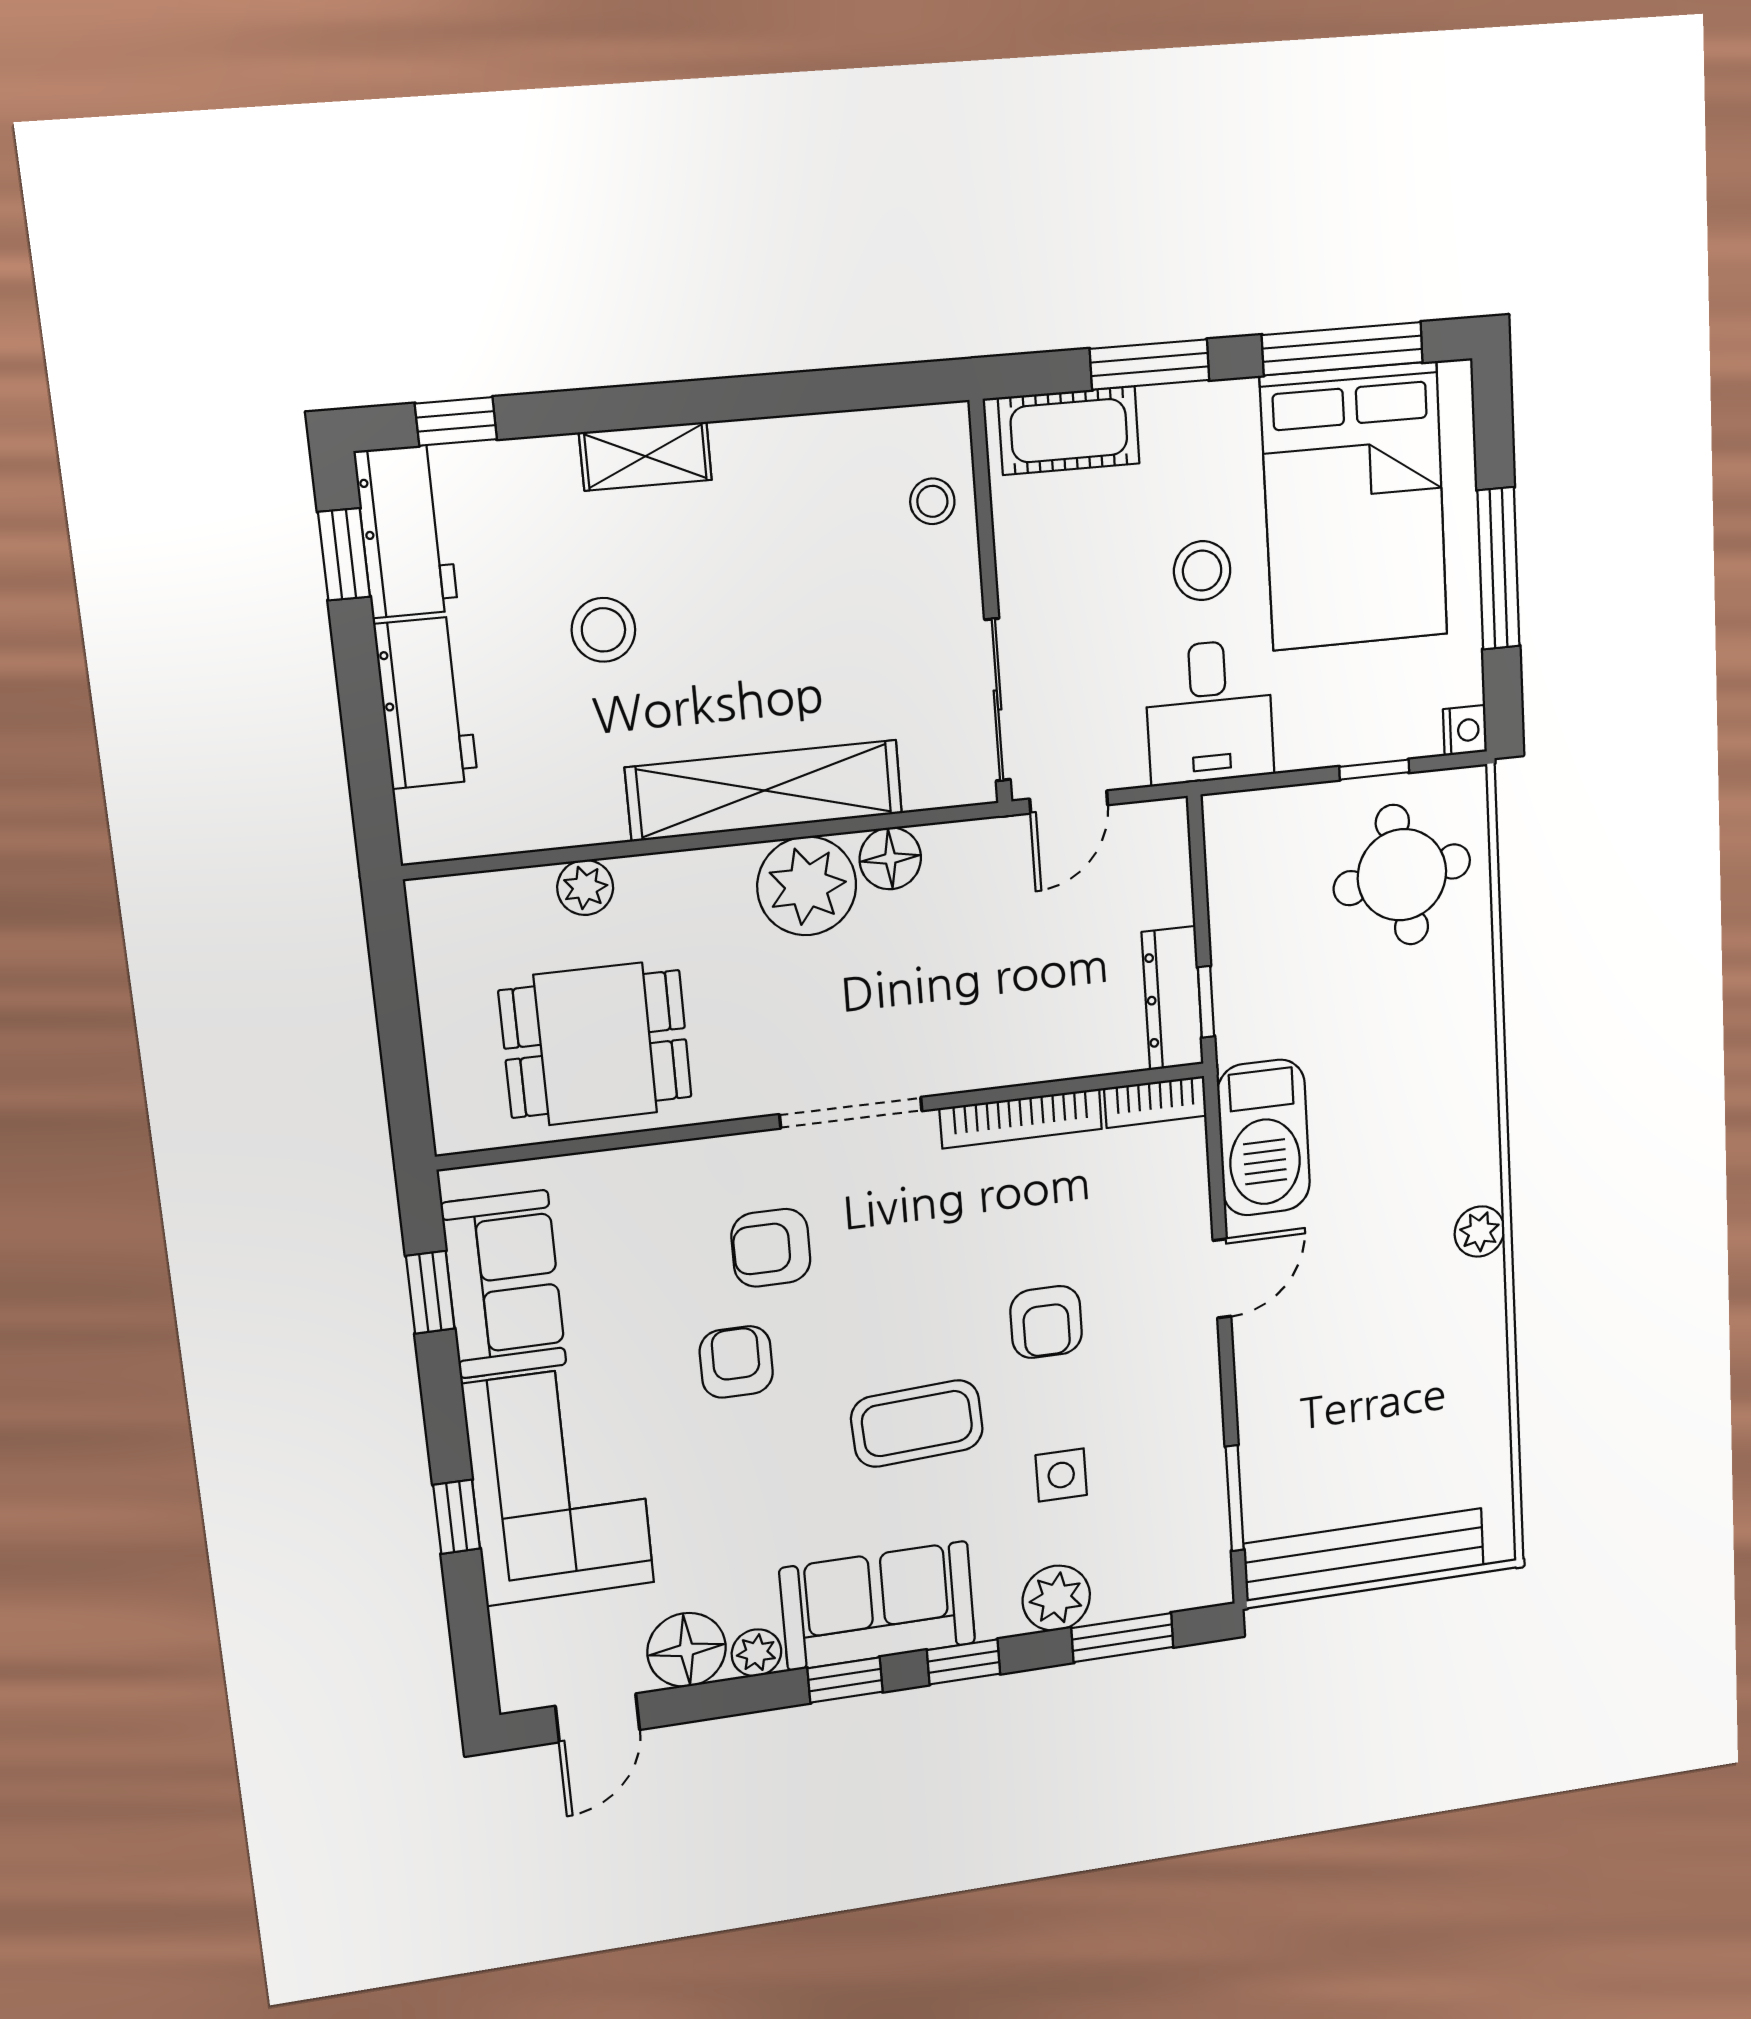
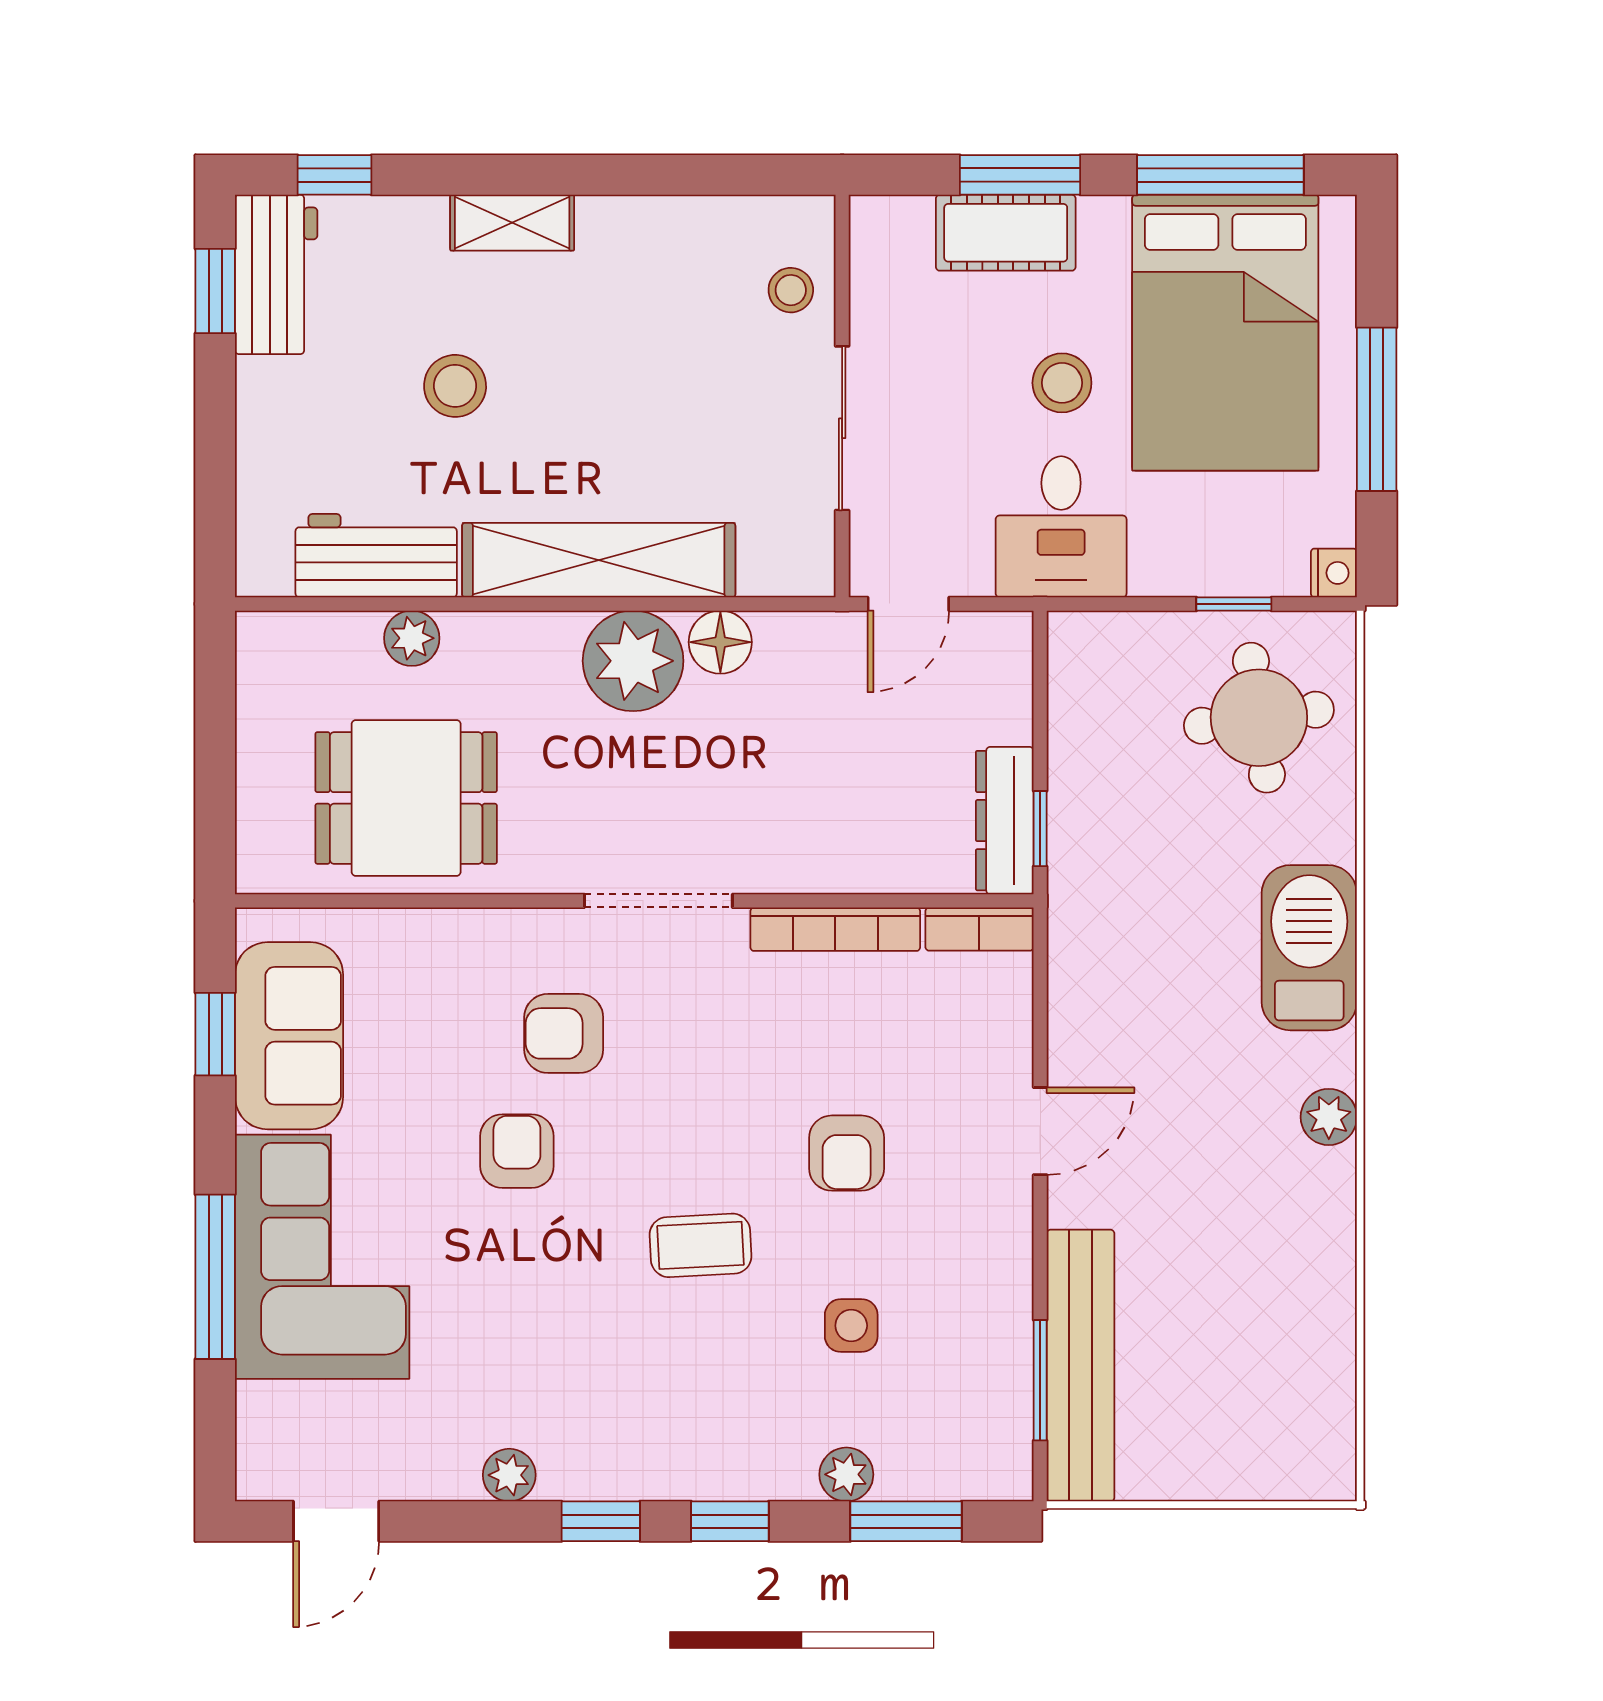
cot: (1069, 431) -> (1006, 233), moved
sliding door: (998, 700) -> (842, 428), moved
workbench: (426, 703) -> (376, 556), moved, turned -90
barbecue: (1264, 1138) -> (1309, 948), moved, turned 180
coffee table: (917, 1424) -> (701, 1245), width x0.73, depth x0.77
window: (457, 1517) -> (215, 1277), width x2.17
bench: (1364, 1555) -> (1081, 1366), moved, turned 90
plant: (1056, 1598) -> (846, 1474), width x0.73, depth x0.73
sofa: (878, 1606) -> (642, 1443), removed
floor lamp: (687, 1650) -> (436, 1460), removed

